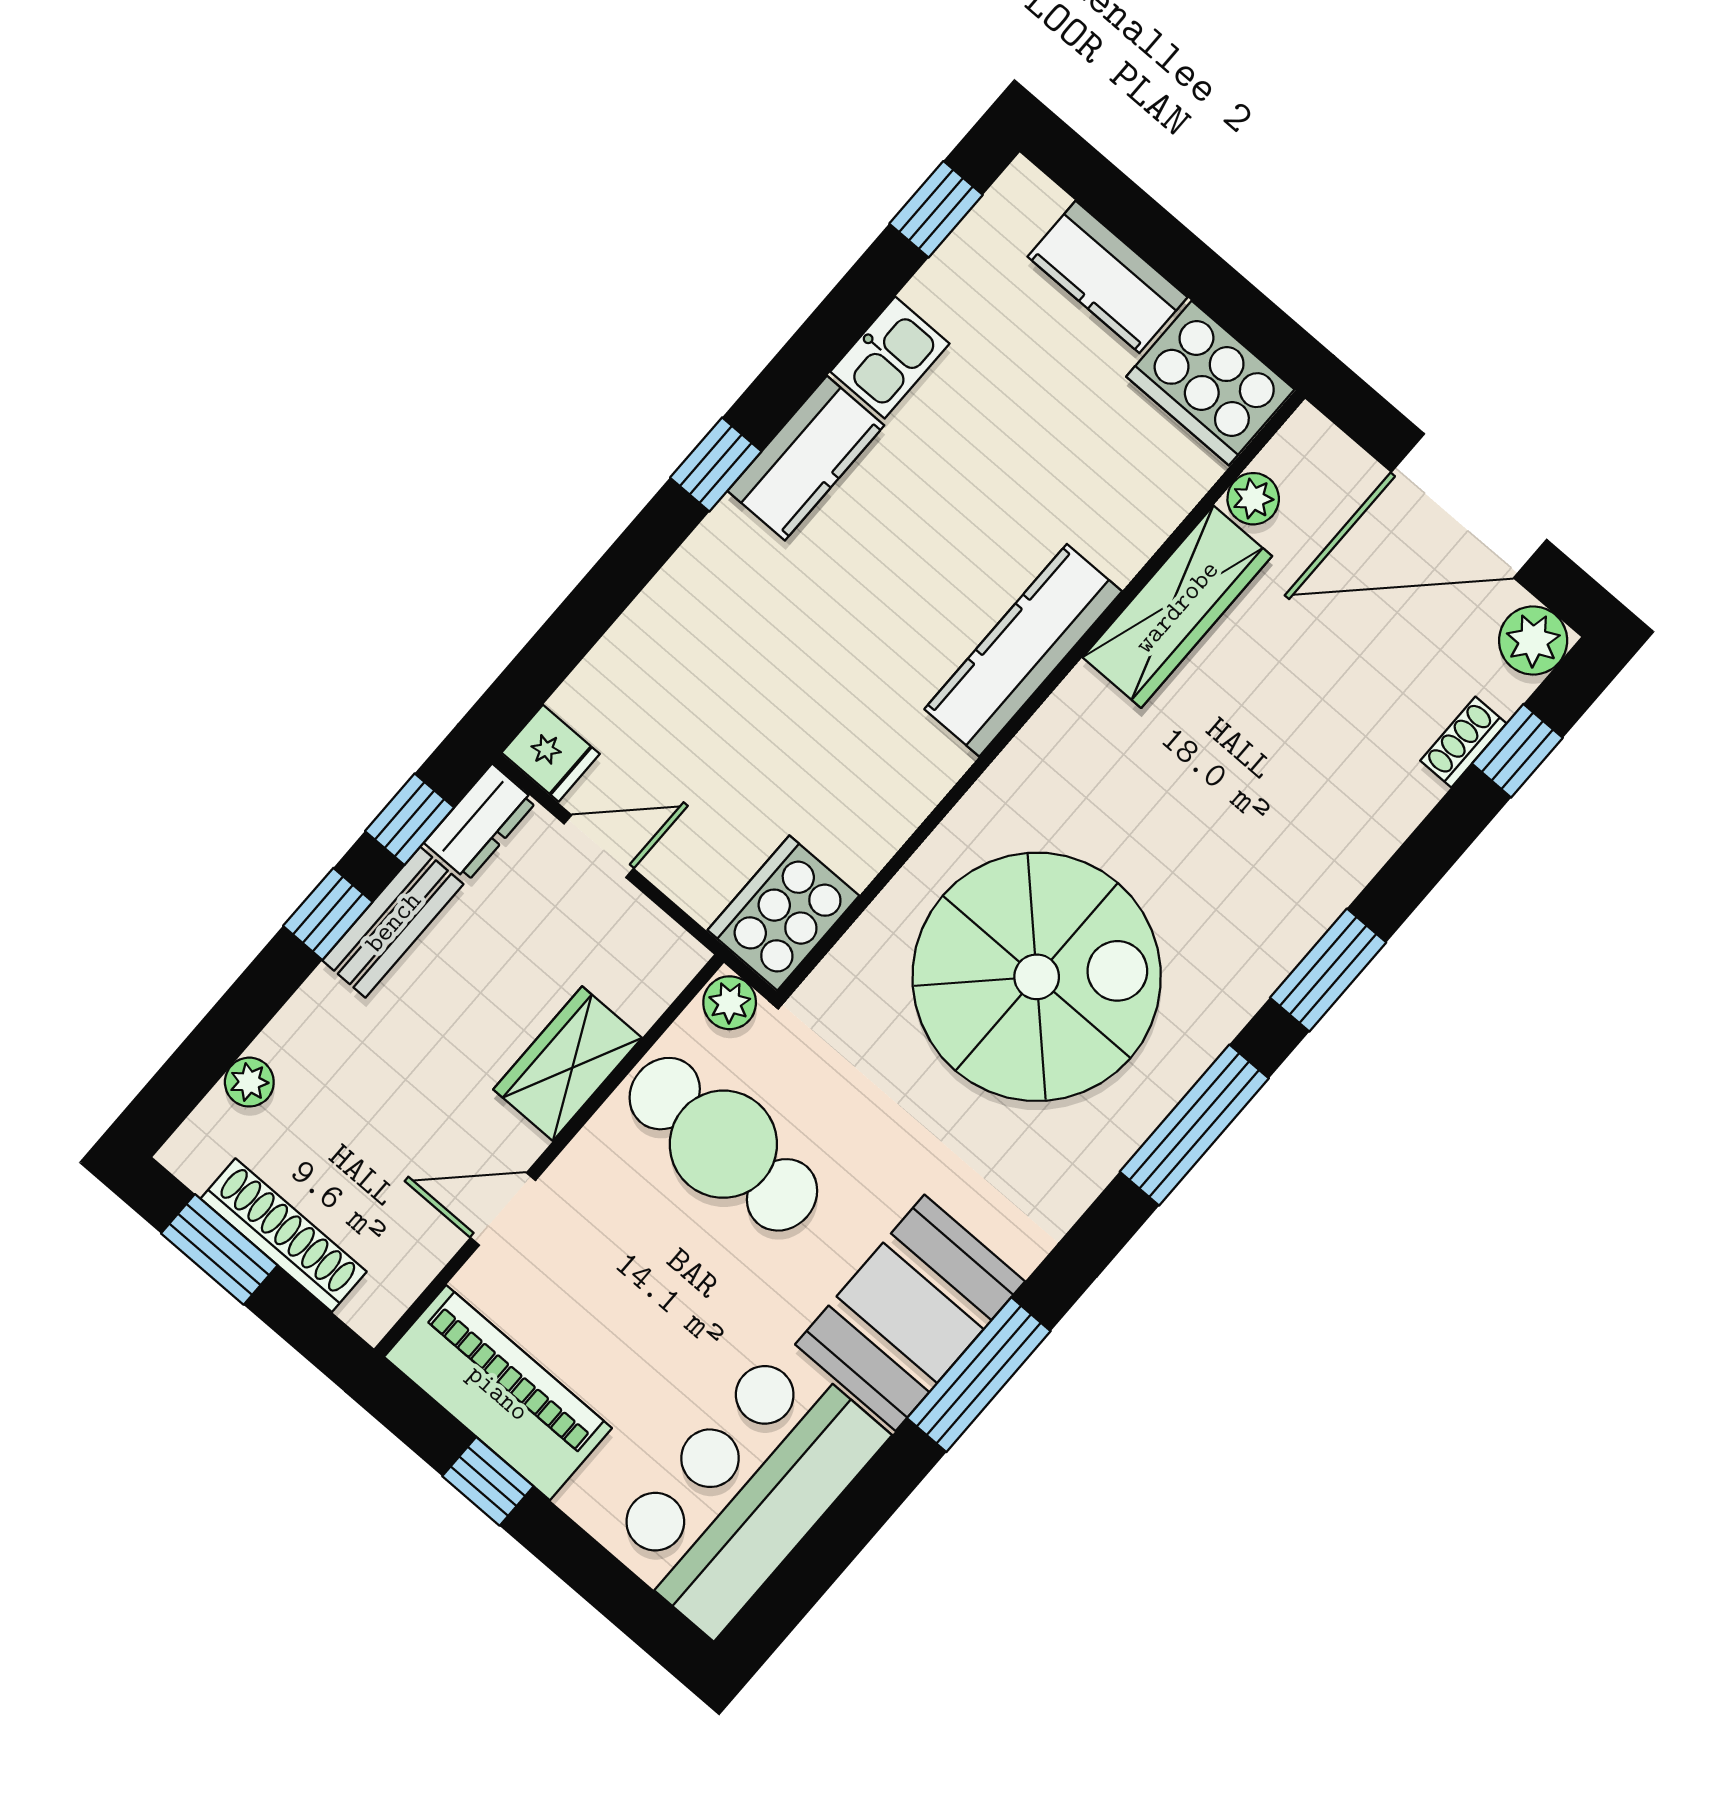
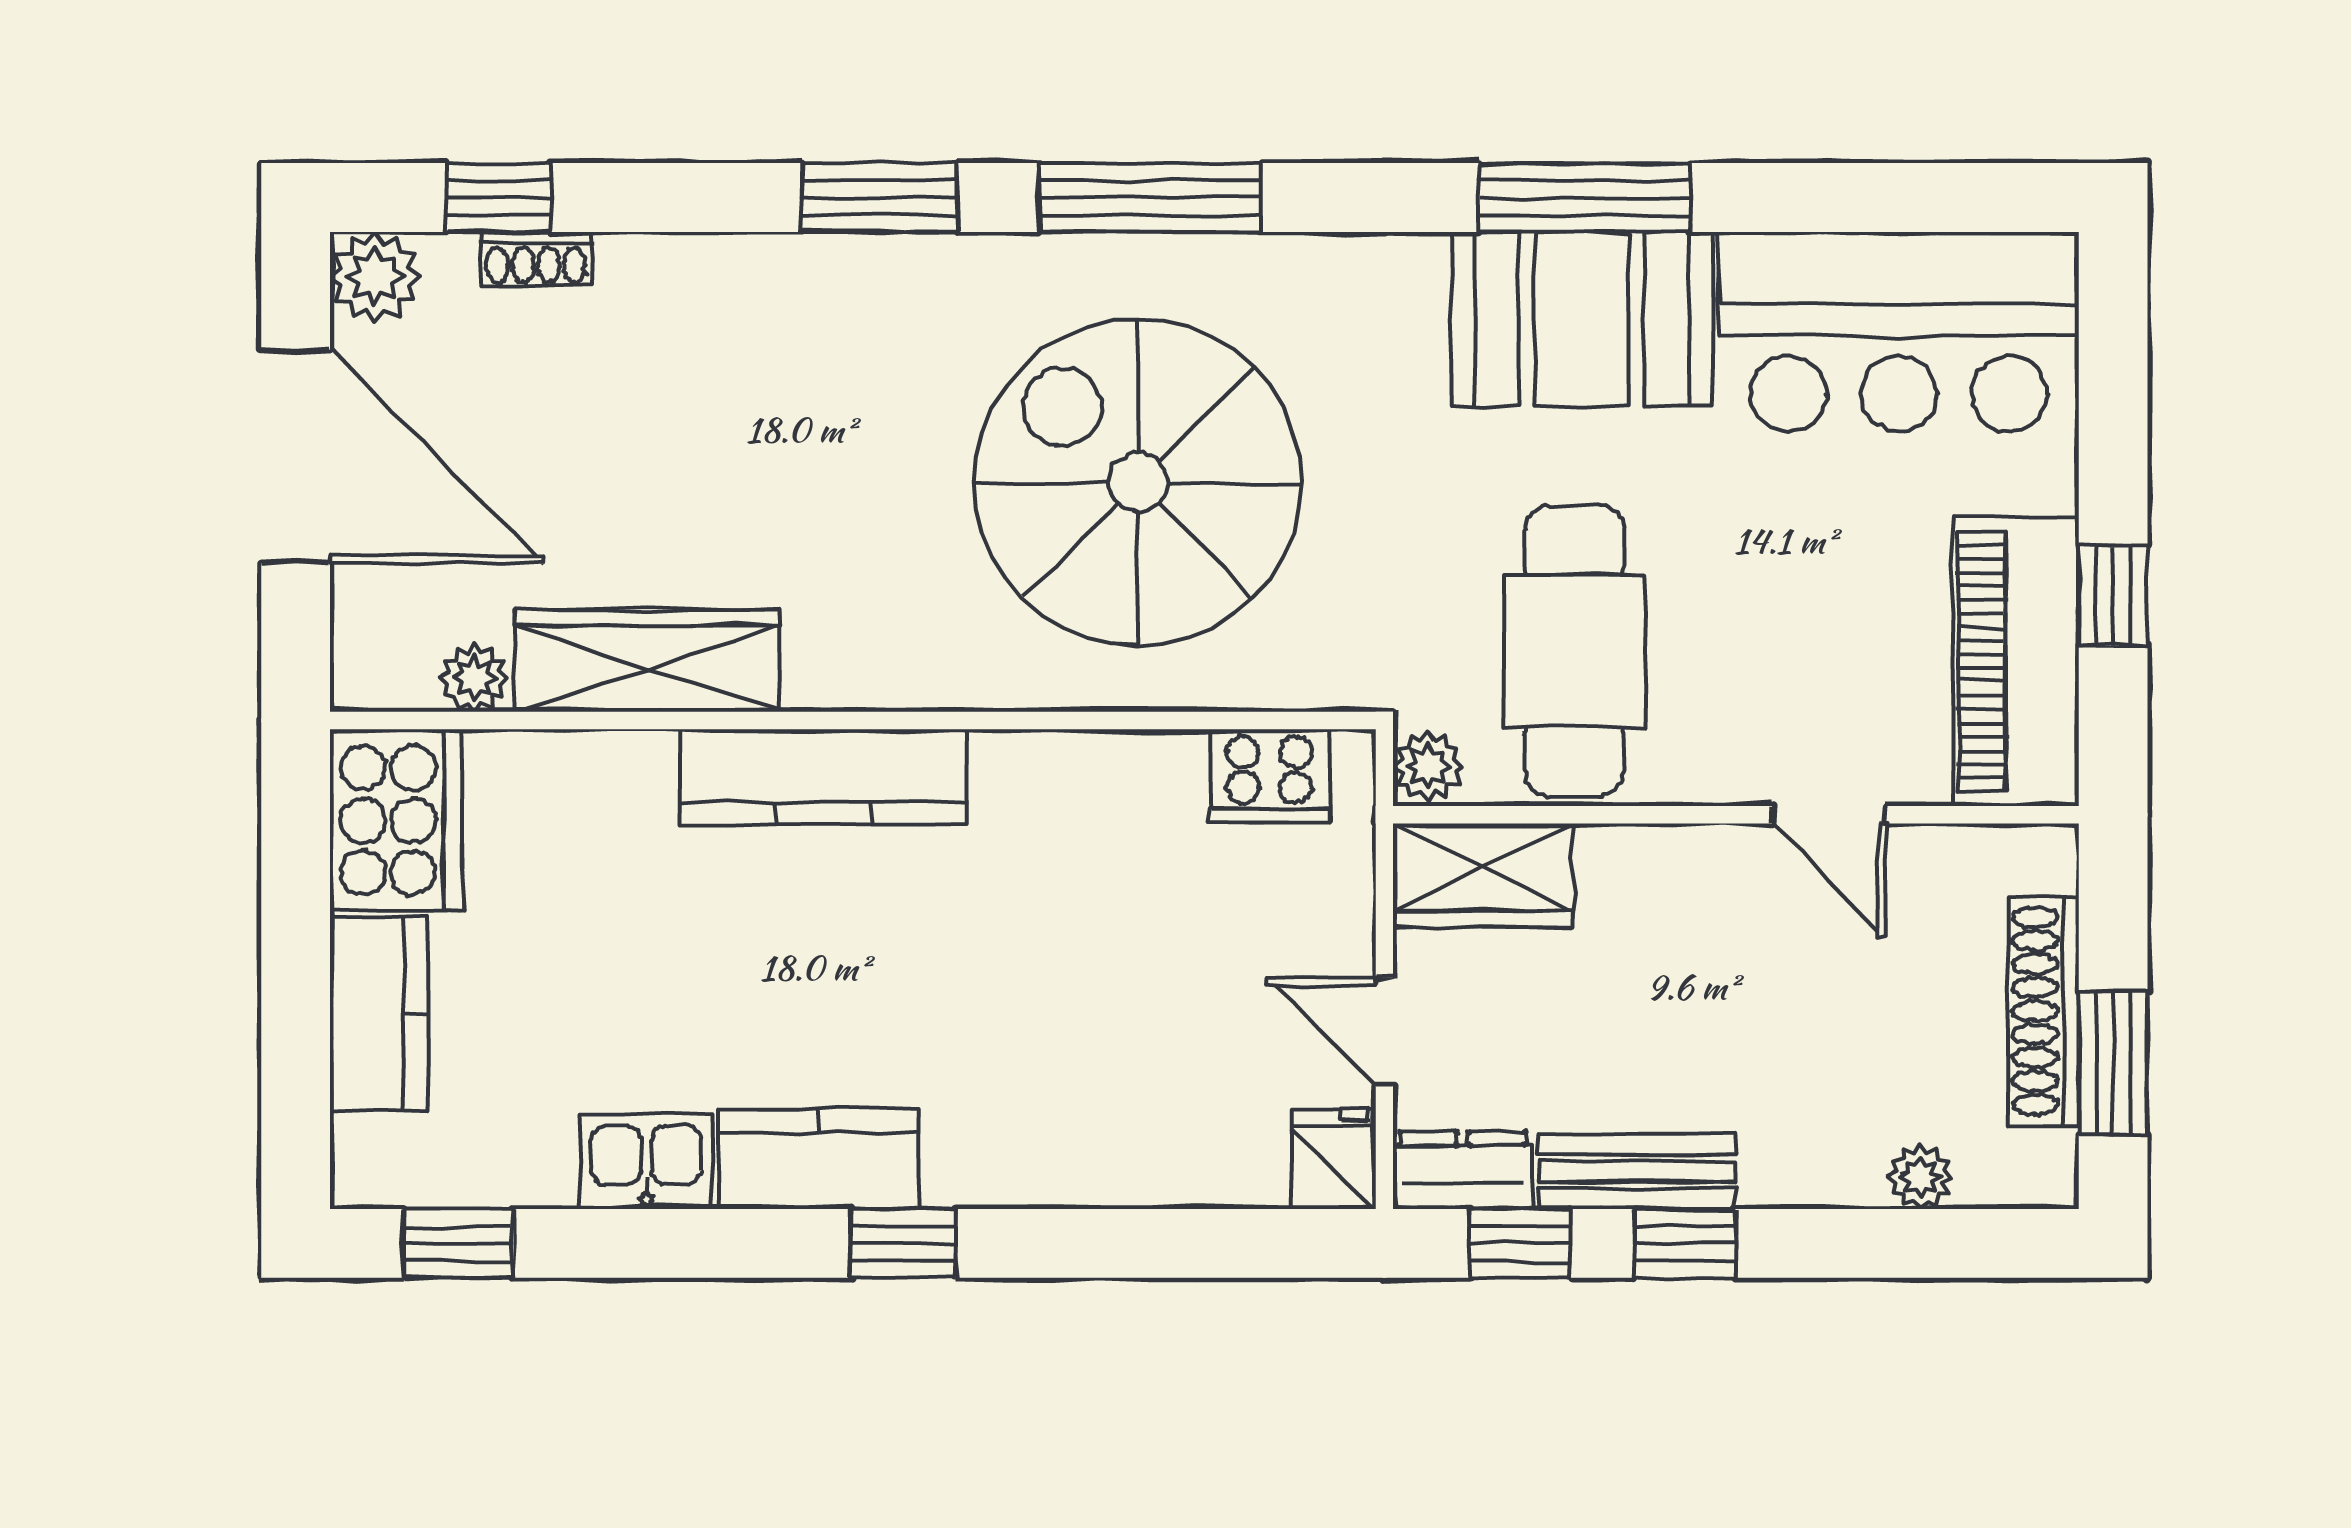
cooker: (783, 913) -> (1269, 775), width x0.73, depth x0.76
wardrobe: (568, 1064) -> (1483, 875), moved

